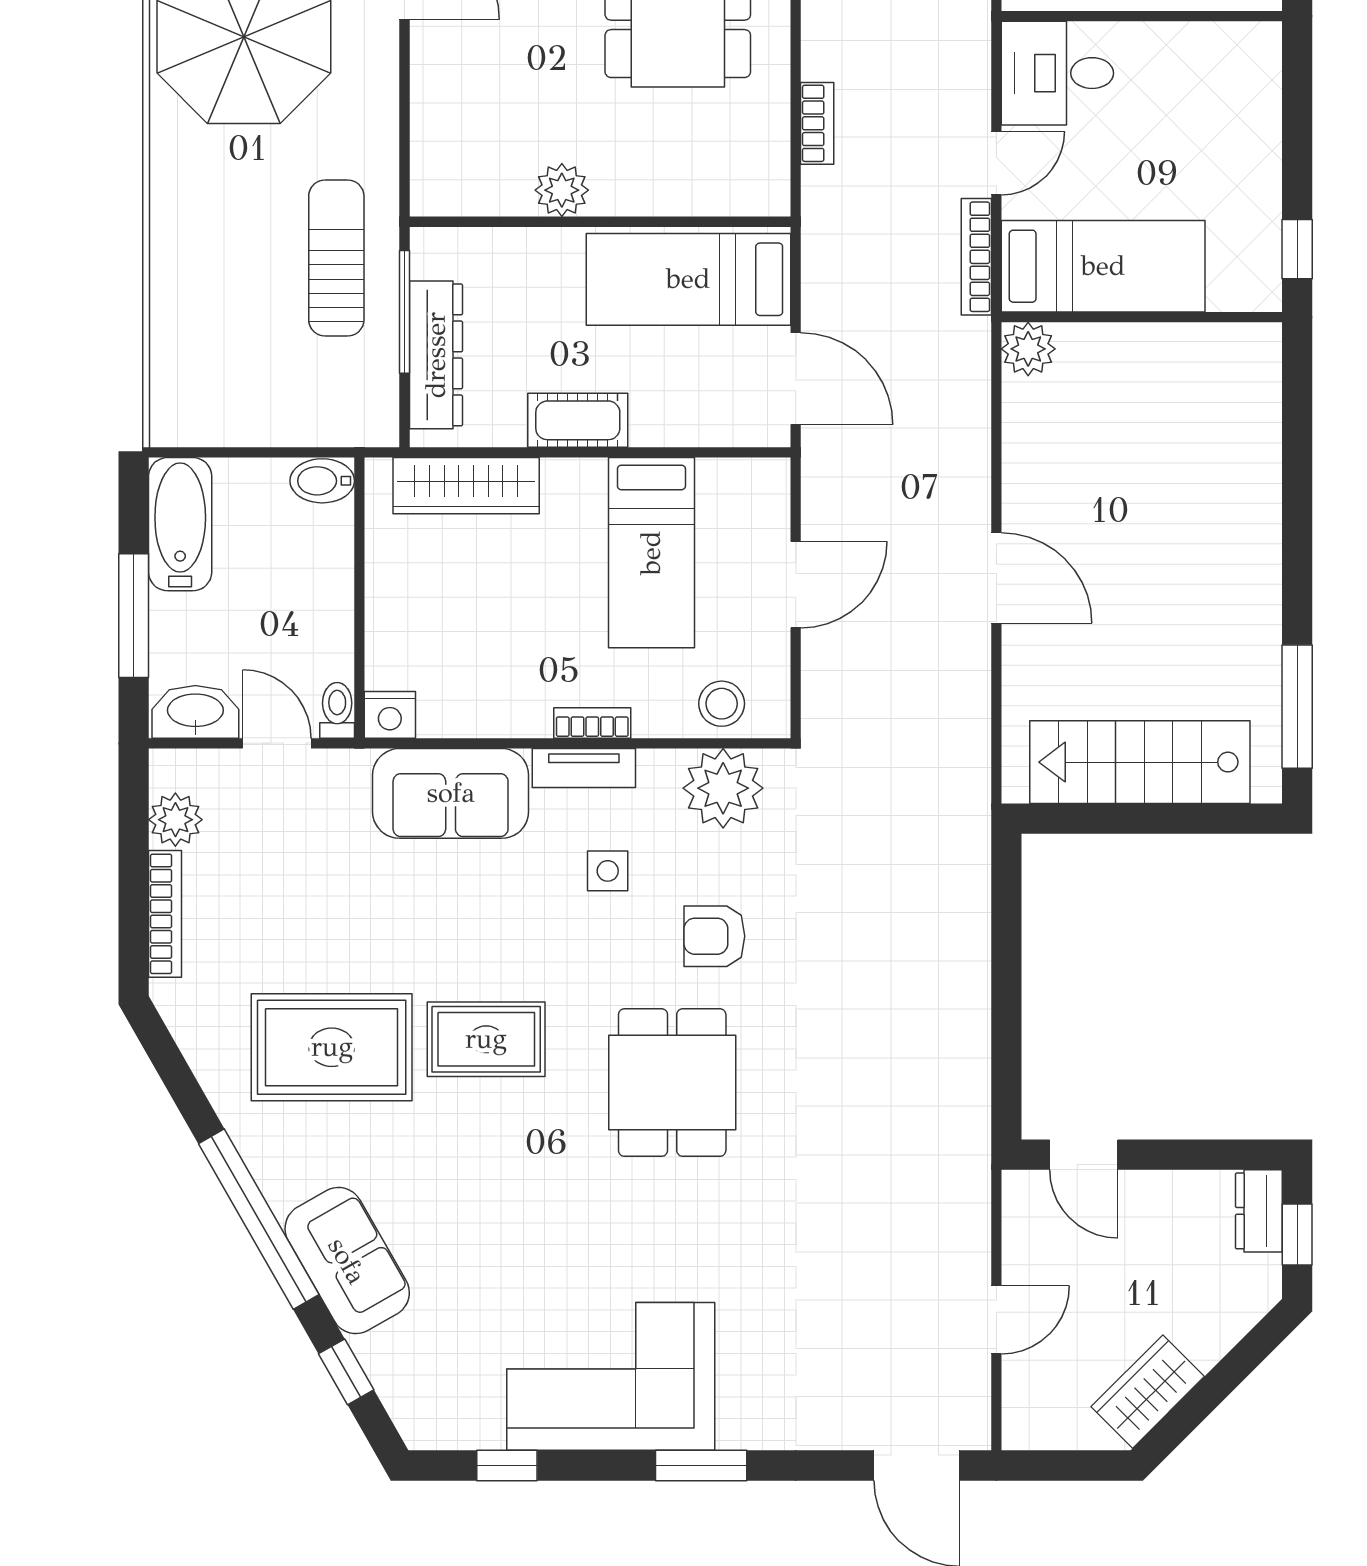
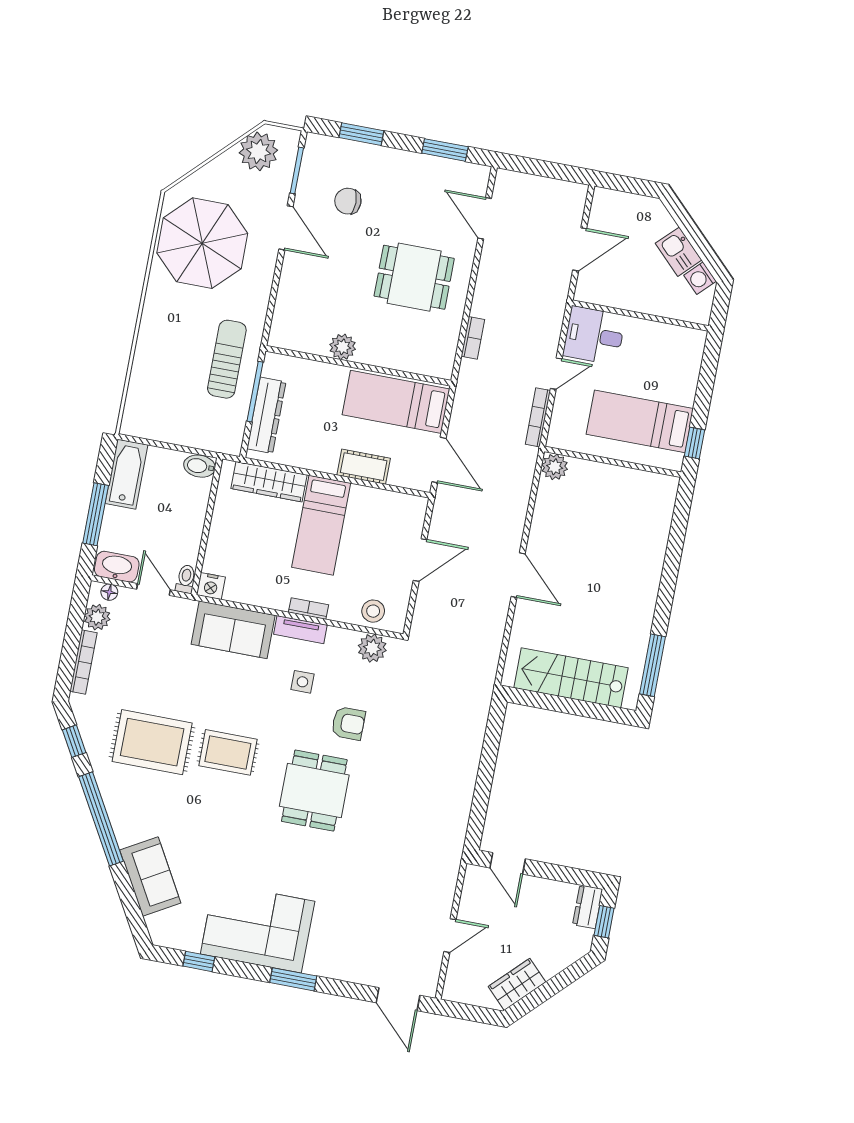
bed: (1103, 266) -> (640, 421), moved, turned 180
cot: (578, 420) -> (364, 467), moved
bed: (651, 553) -> (321, 525), moved
floor lamp: (190, 765) -> (109, 592), added
plant: (723, 788) -> (372, 648), width x0.73, depth x0.73
armchair: (714, 936) -> (348, 723), turned 180
sofa: (347, 1261) -> (150, 877), moved
window: (346, 1372) -> (74, 741), moved

